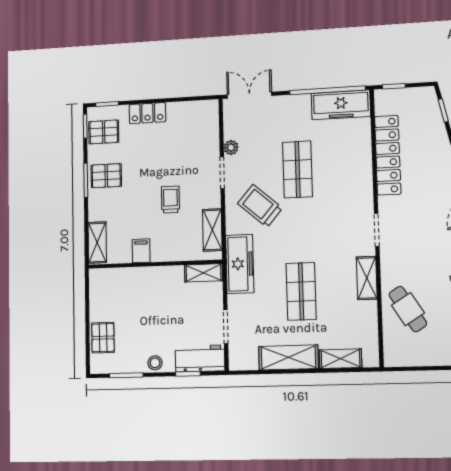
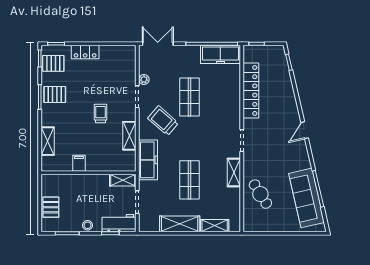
filing cabinet: (141, 251) -> (79, 163), moved
wall: (155, 264) -> (89, 173), moved
shelving: (204, 273) -> (123, 180), moved

